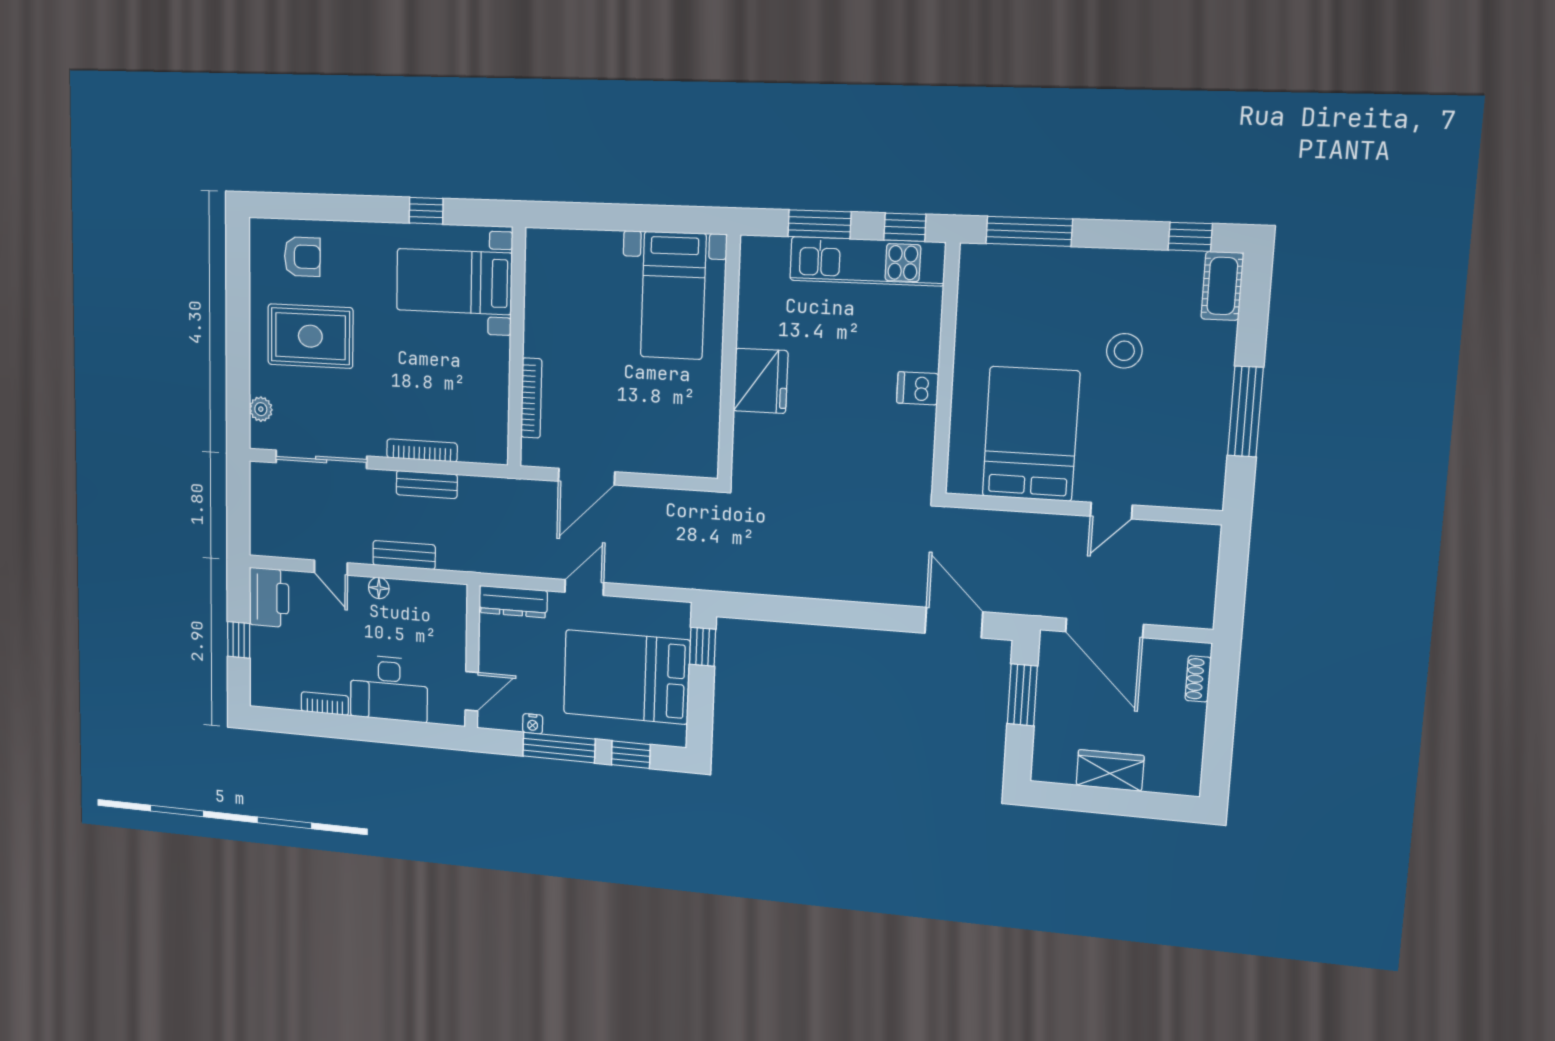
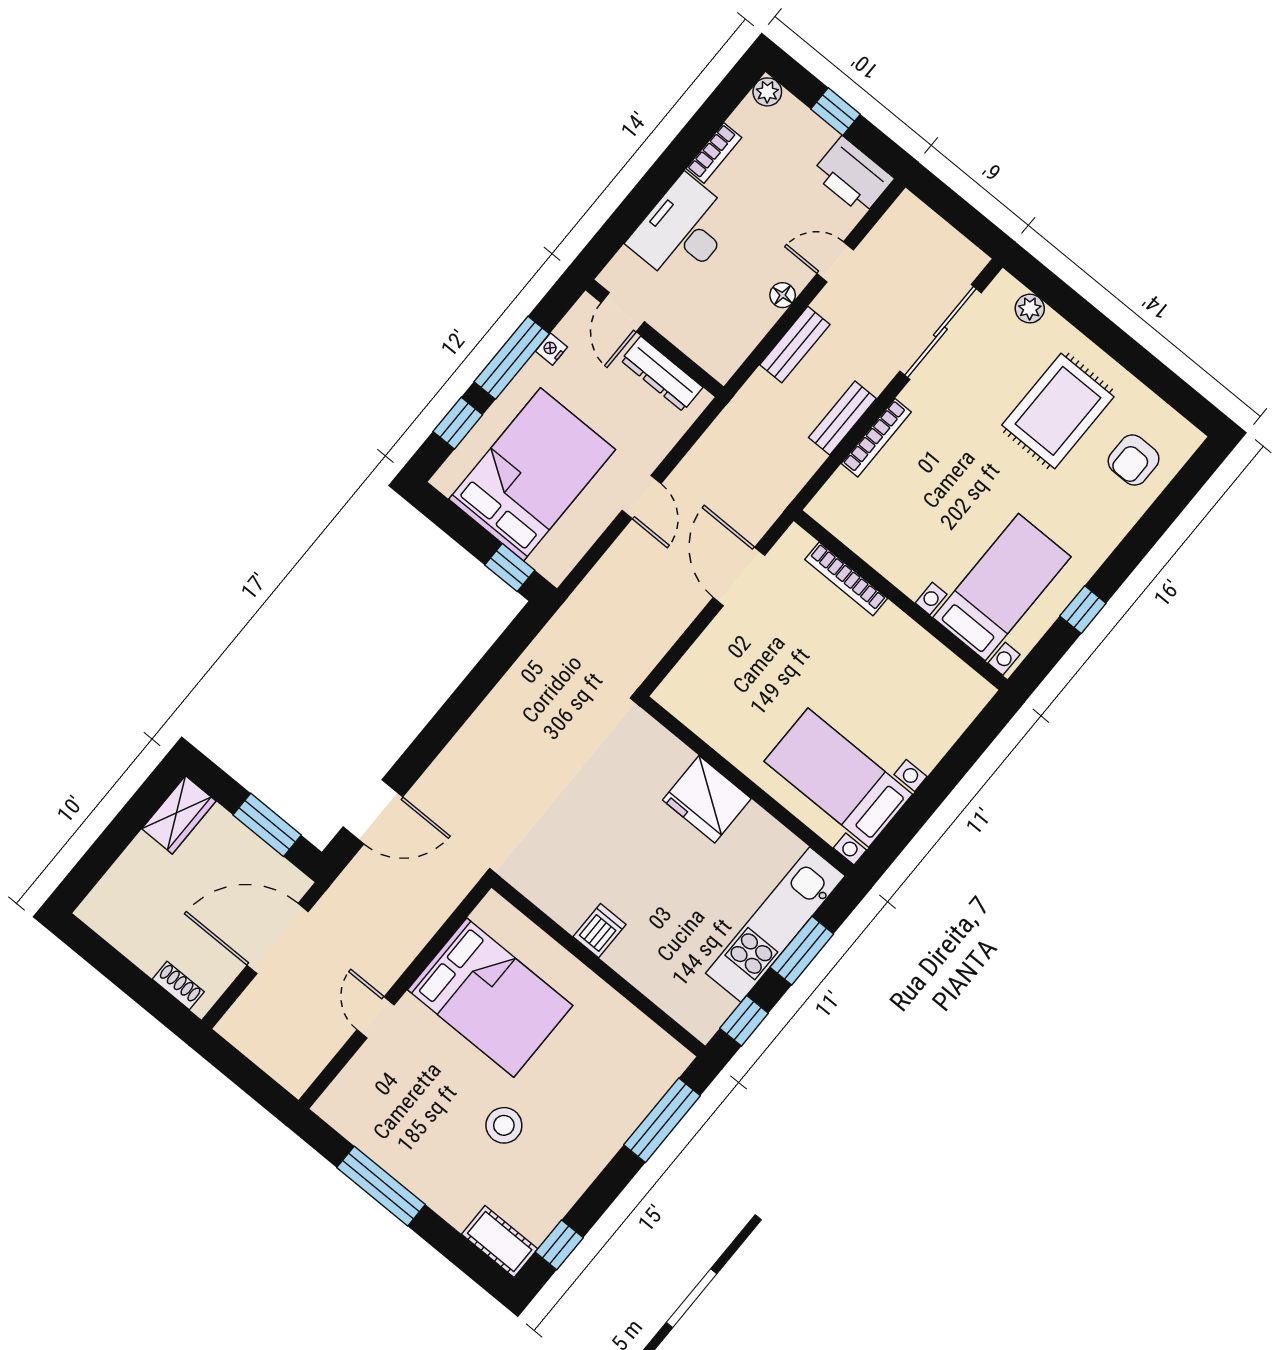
kitchen unit: (867, 261) -> (775, 924), moved
dresser: (513, 602) -> (662, 374), moved, turned -90
plant: (261, 696) -> (767, 92), added
wardrobe: (1110, 770) -> (179, 815), moved

